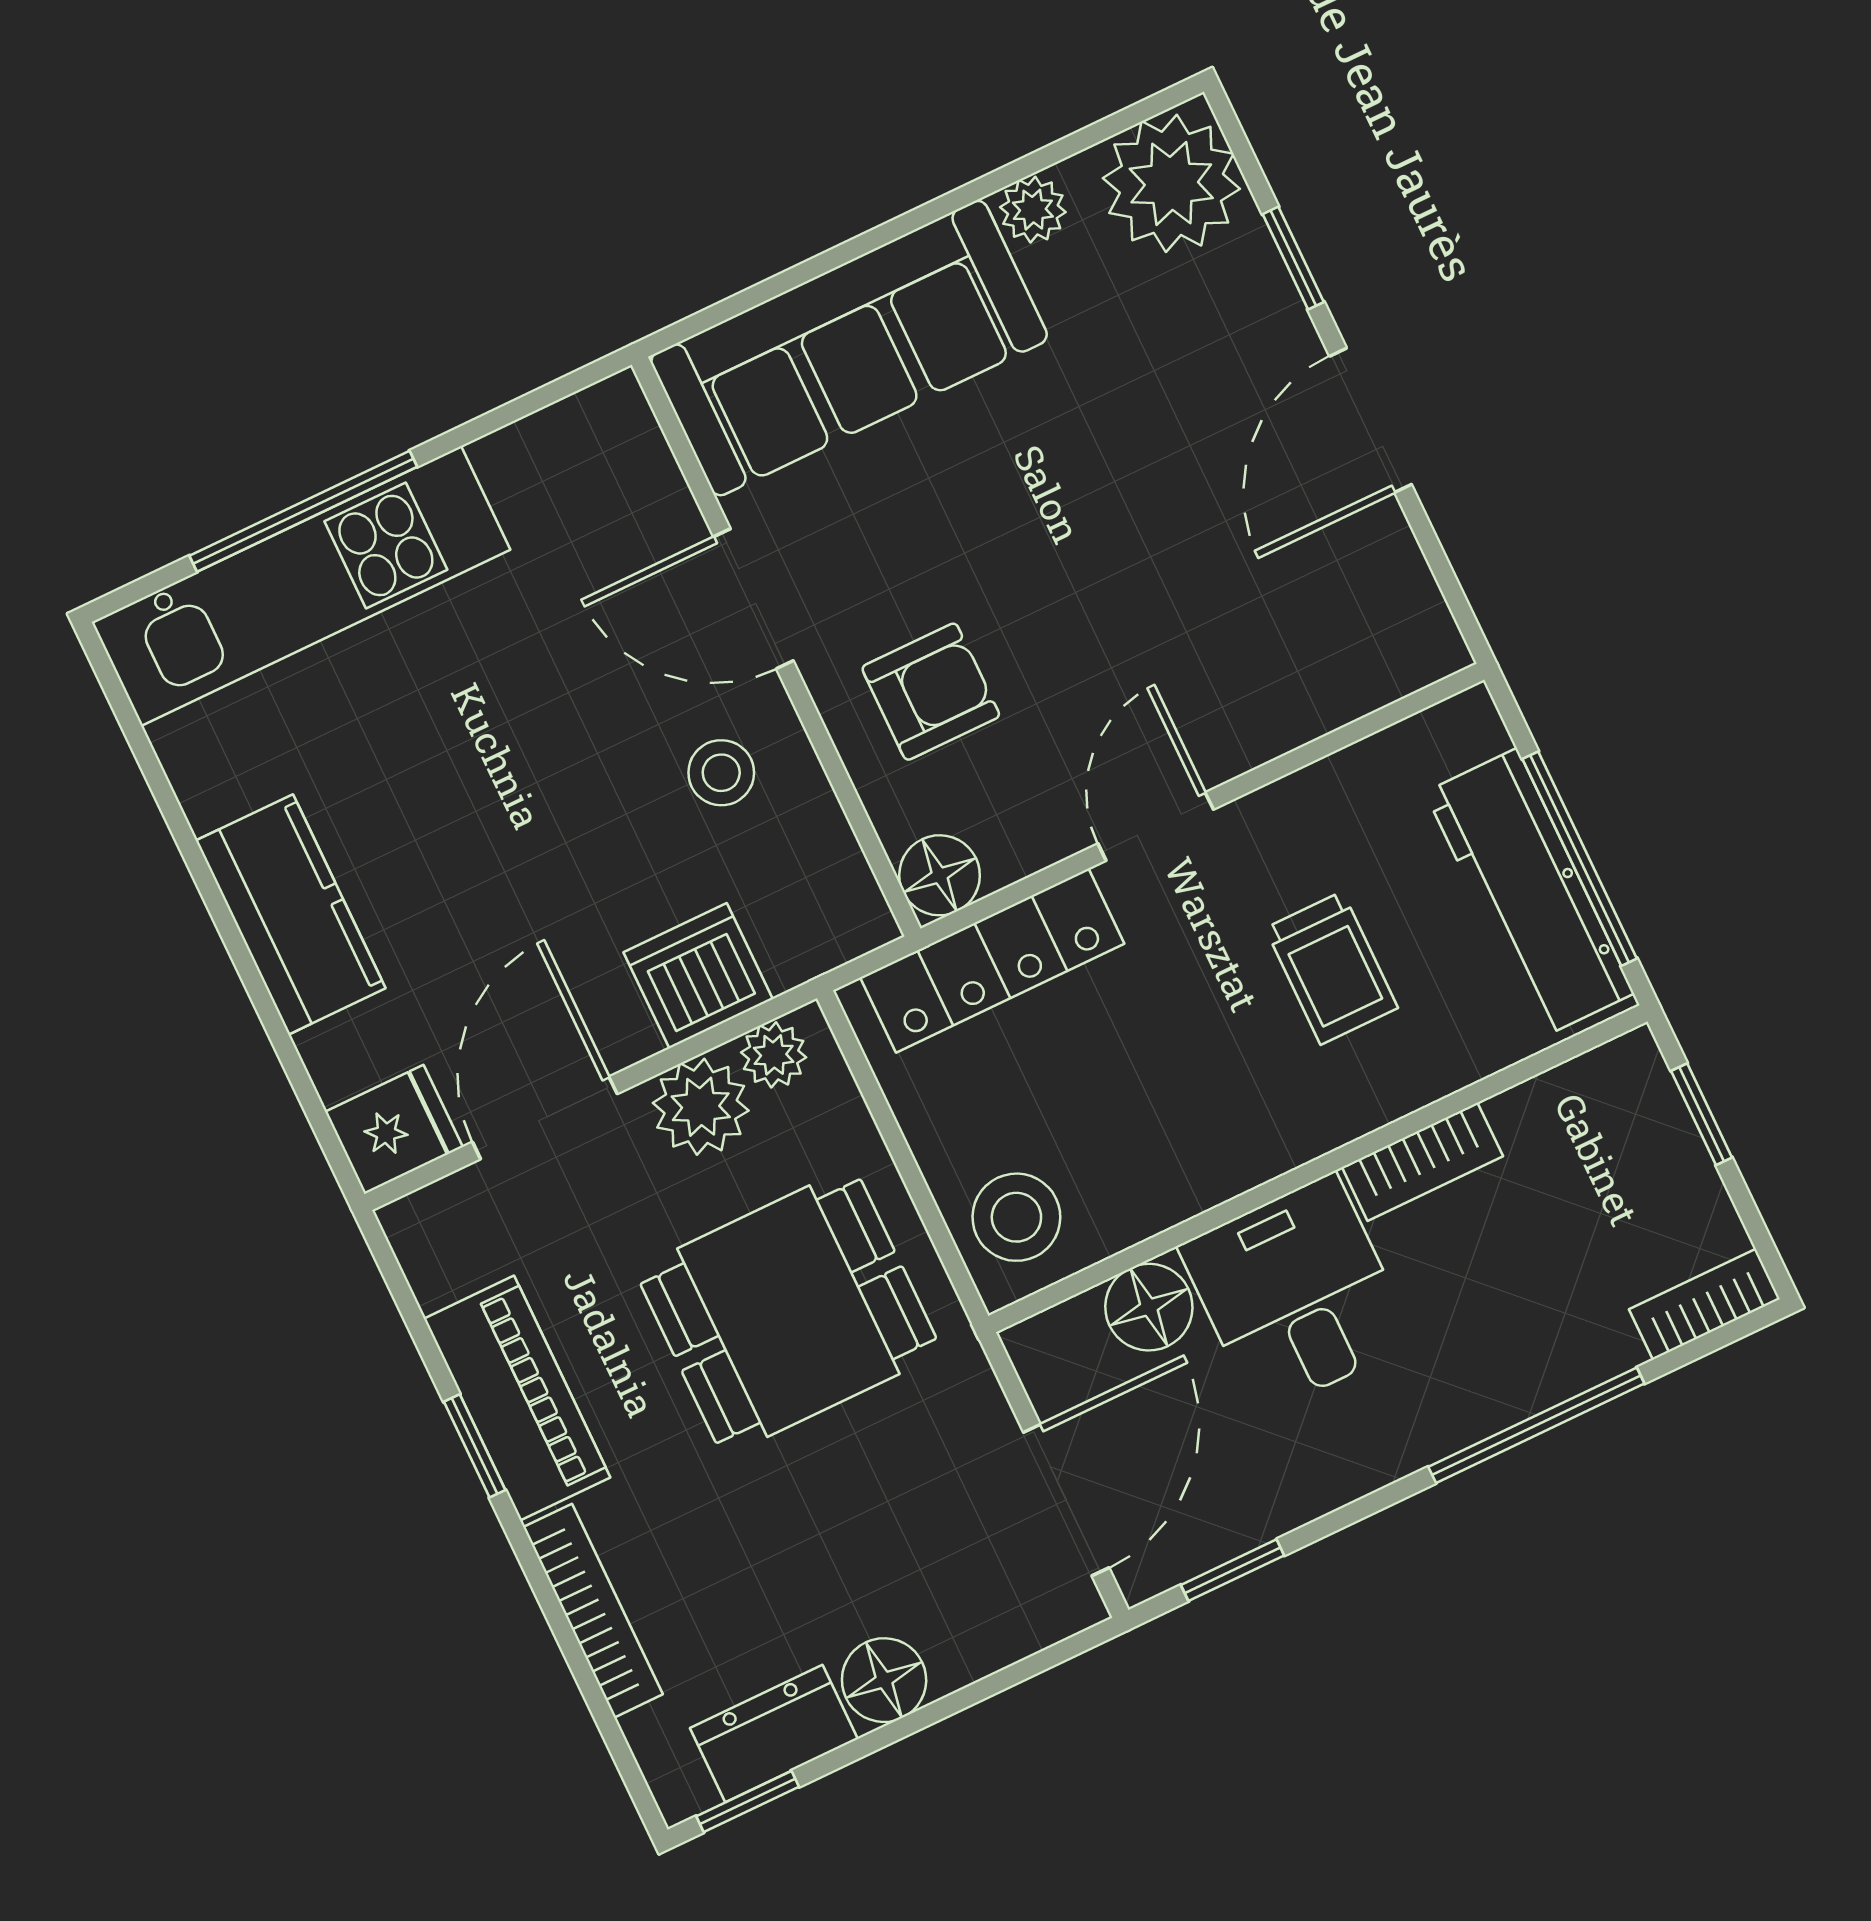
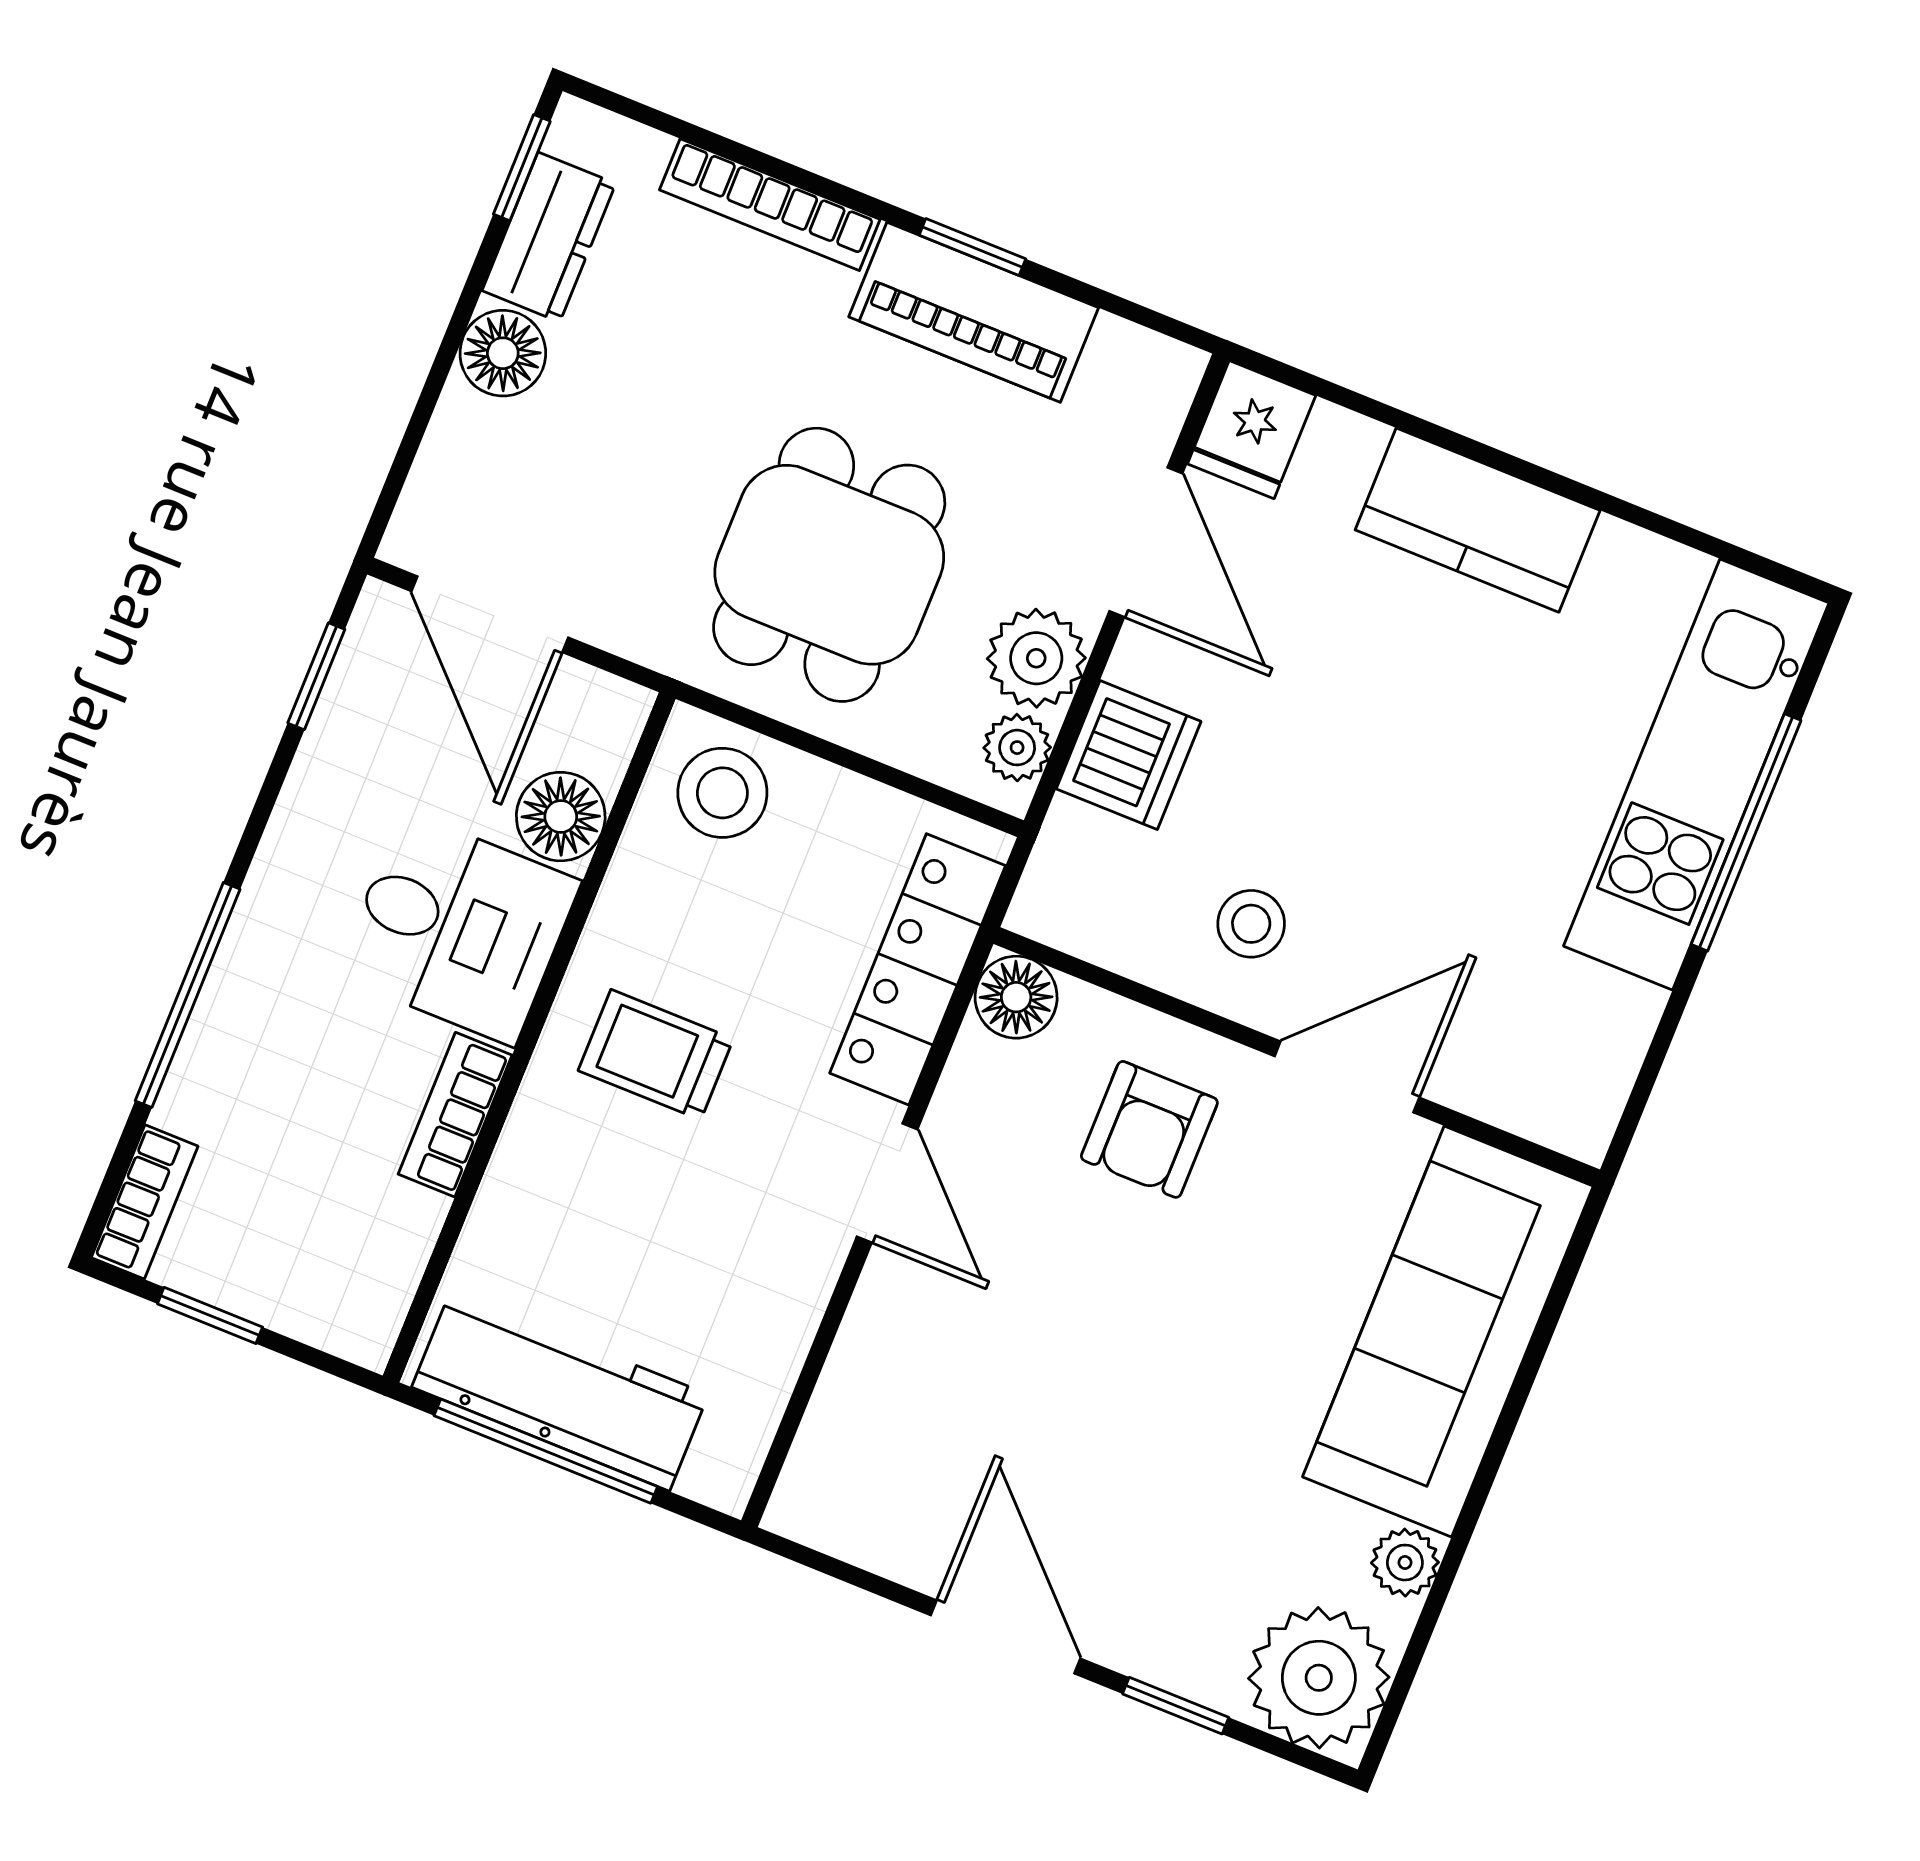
trolley: (1331, 968) -> (656, 1055), moved
window: (1702, 1114) -> (210, 1315), moved

